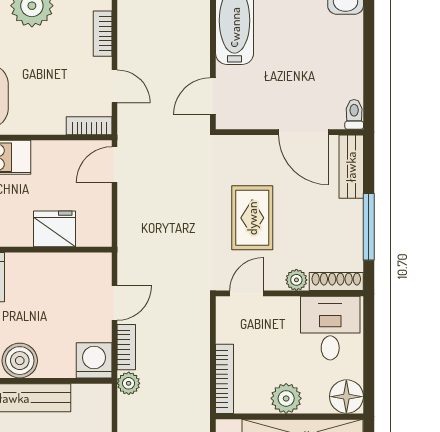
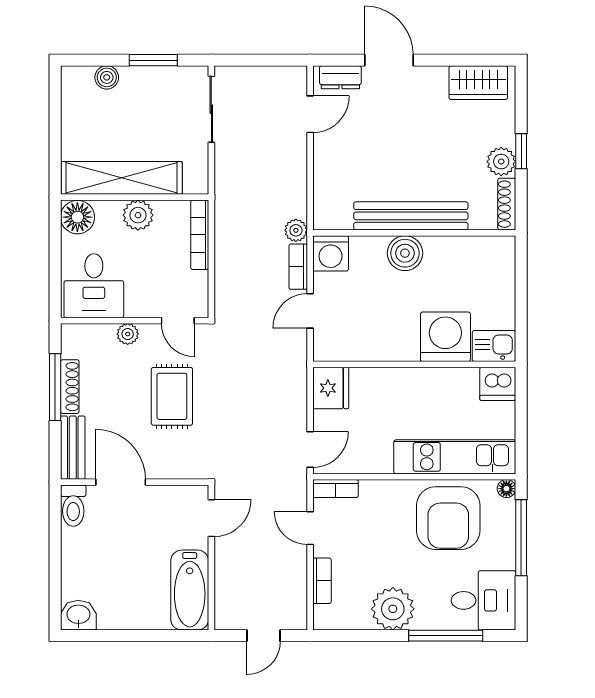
toilet: (354, 114) -> (73, 506), width x1.37, depth x1.39
fridge: (54, 229) -> (331, 388), moved, turned -90
shoe rack: (336, 281) -> (70, 387), moved, turned -90
door: (246, 293) -> (178, 321), hinge flipped

